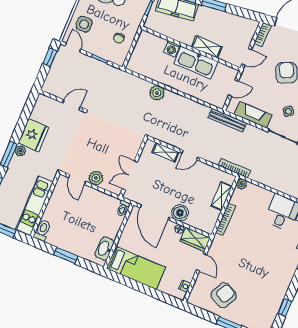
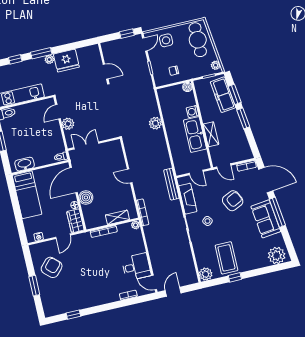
boiler: (144, 36) -> (187, 87), added
shelving: (165, 152) -> (120, 158), removed
armchair: (224, 295) -> (52, 267), turned -73

